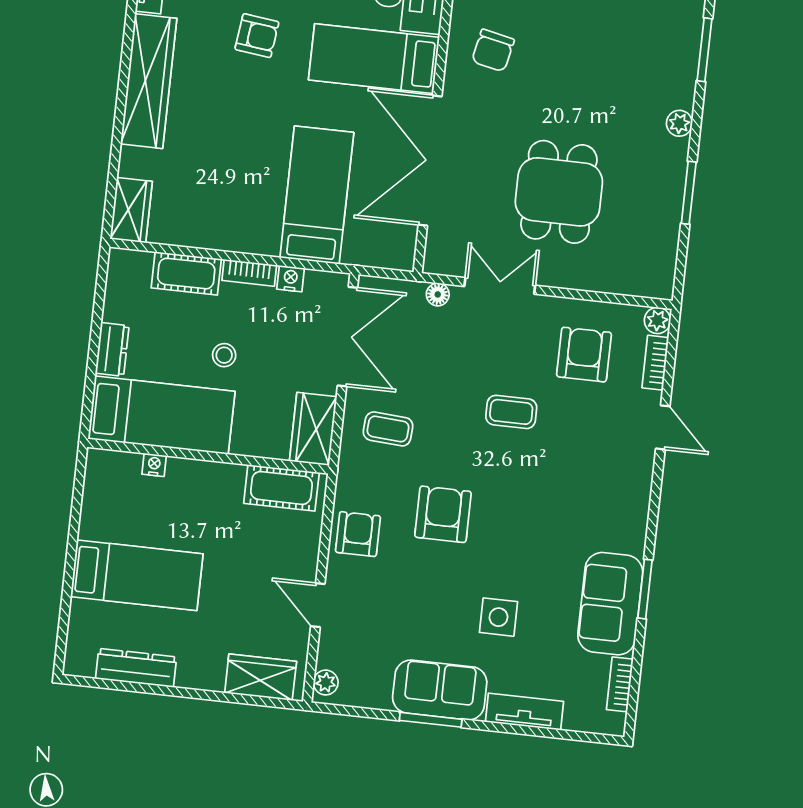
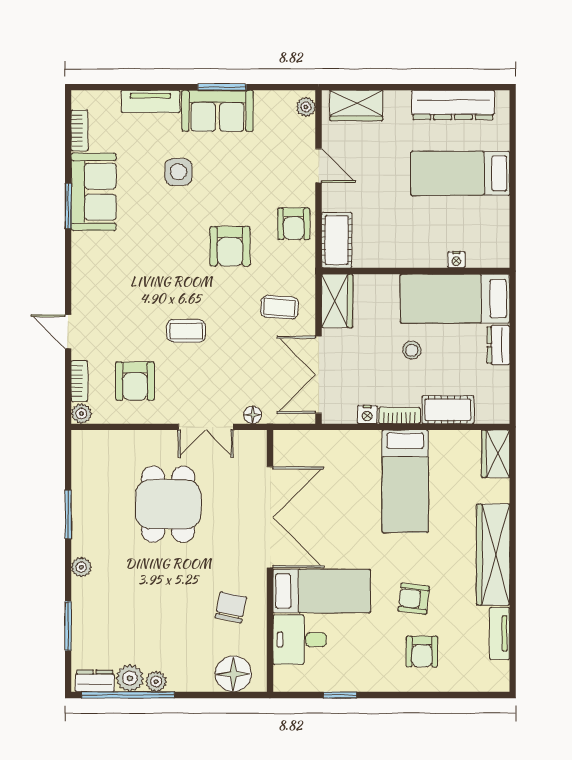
bed: (317, 195) -> (405, 481), moved
cot: (281, 488) -> (337, 240), moved, turned 90
dresser: (136, 668) -> (453, 105), width x1.37, depth x1.24

